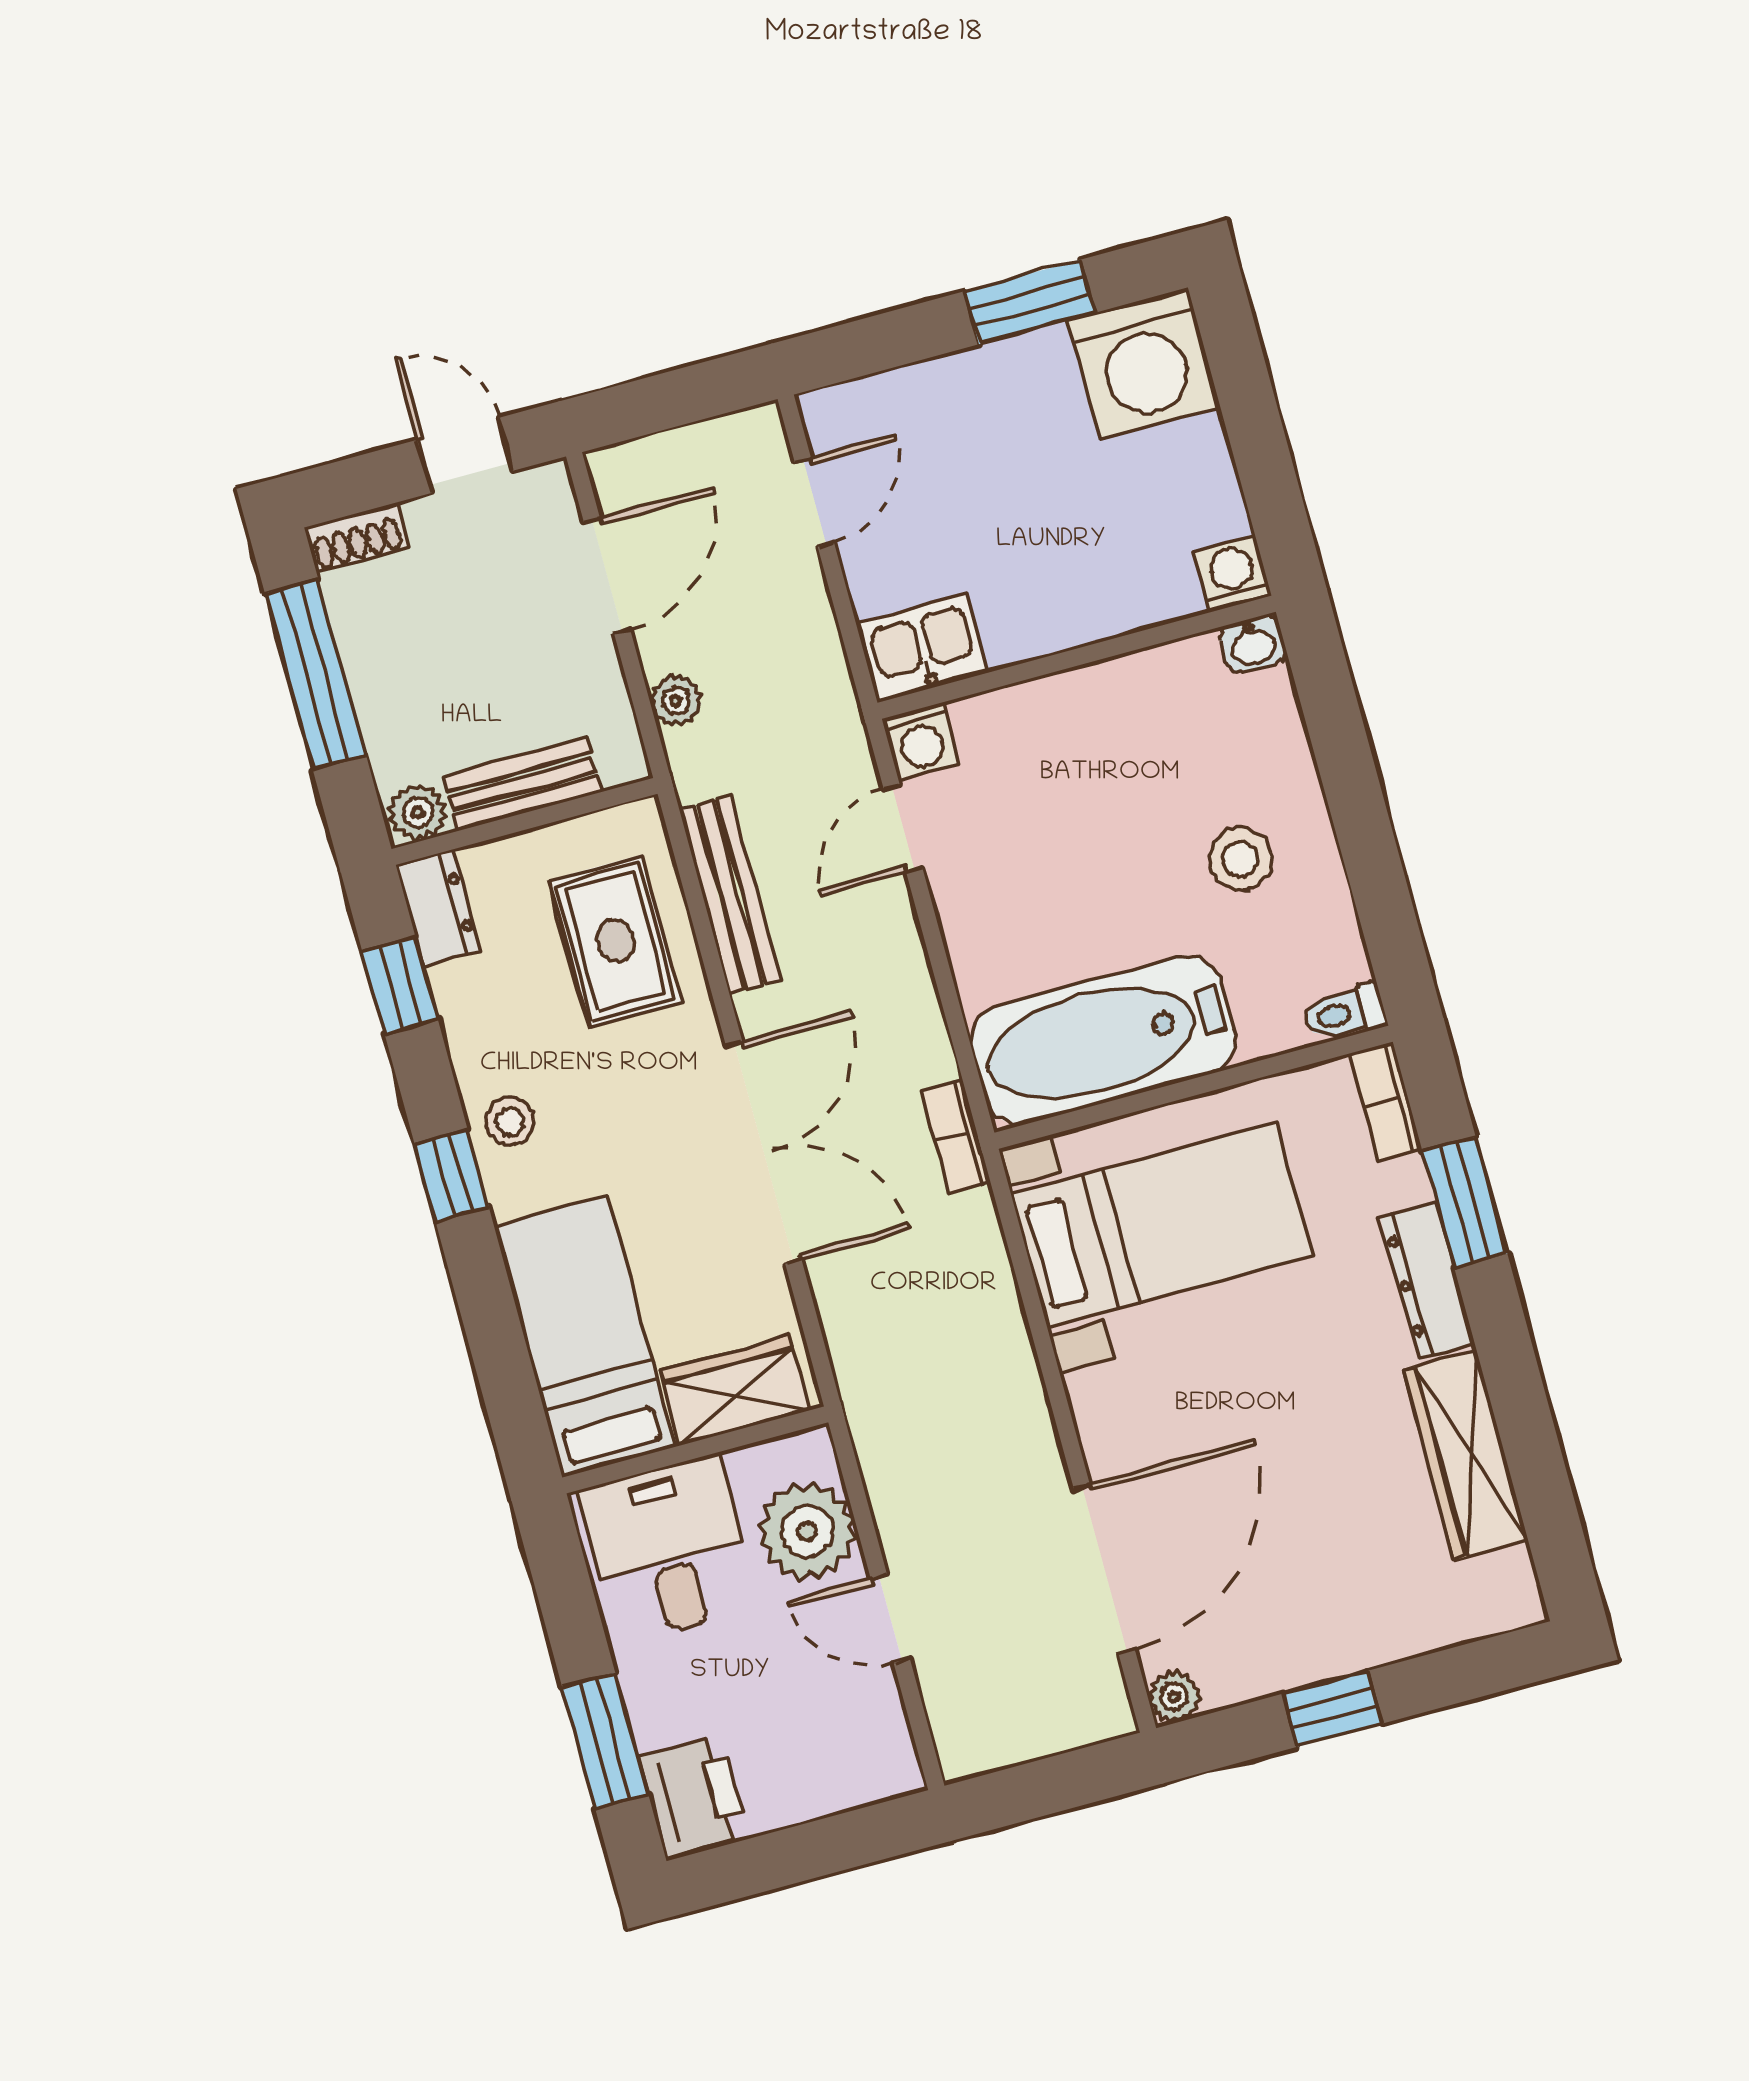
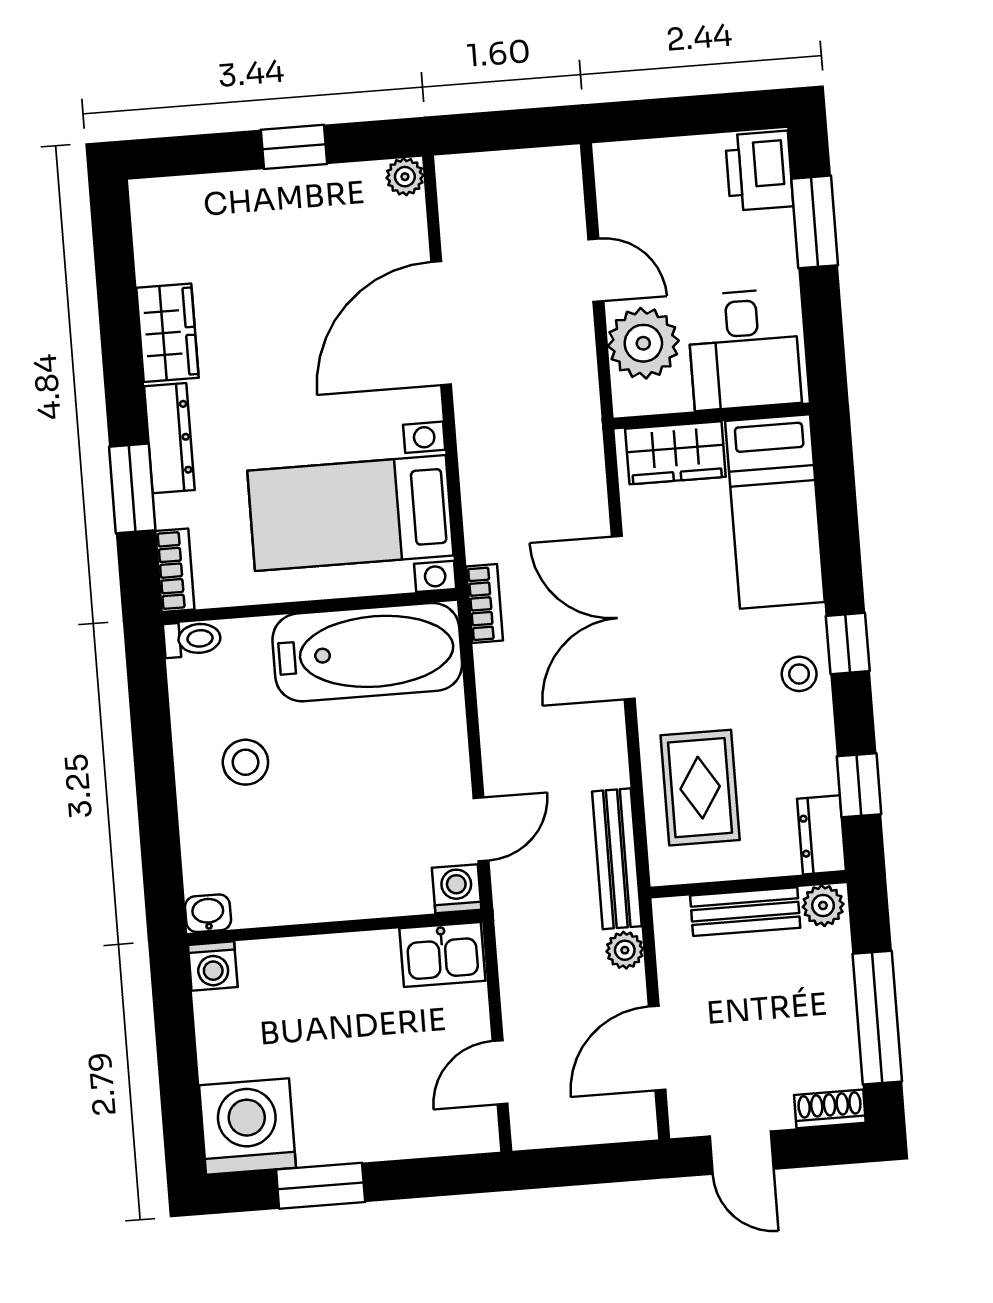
bench: (730, 895) -> (617, 859), moved
wardrobe: (1466, 1455) -> (167, 333), width x0.67
door: (1104, 1569) -> (441, 323), moved

